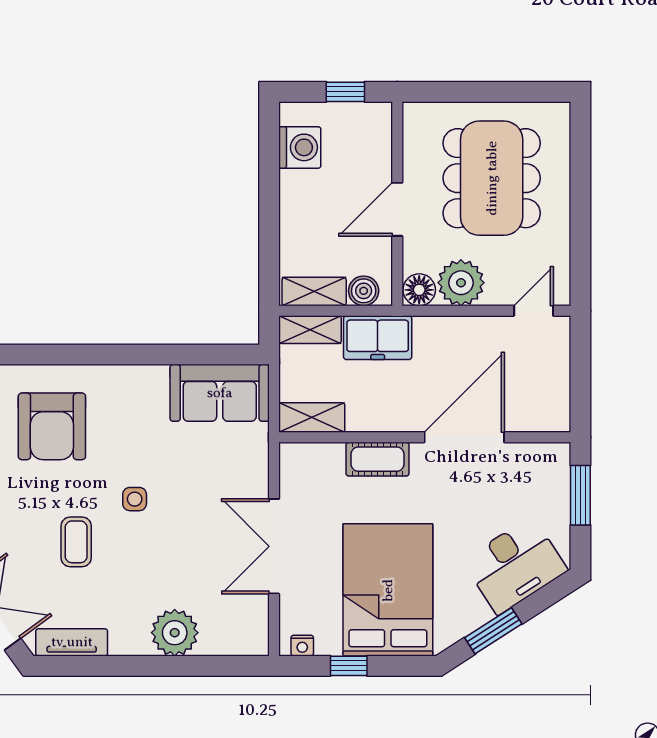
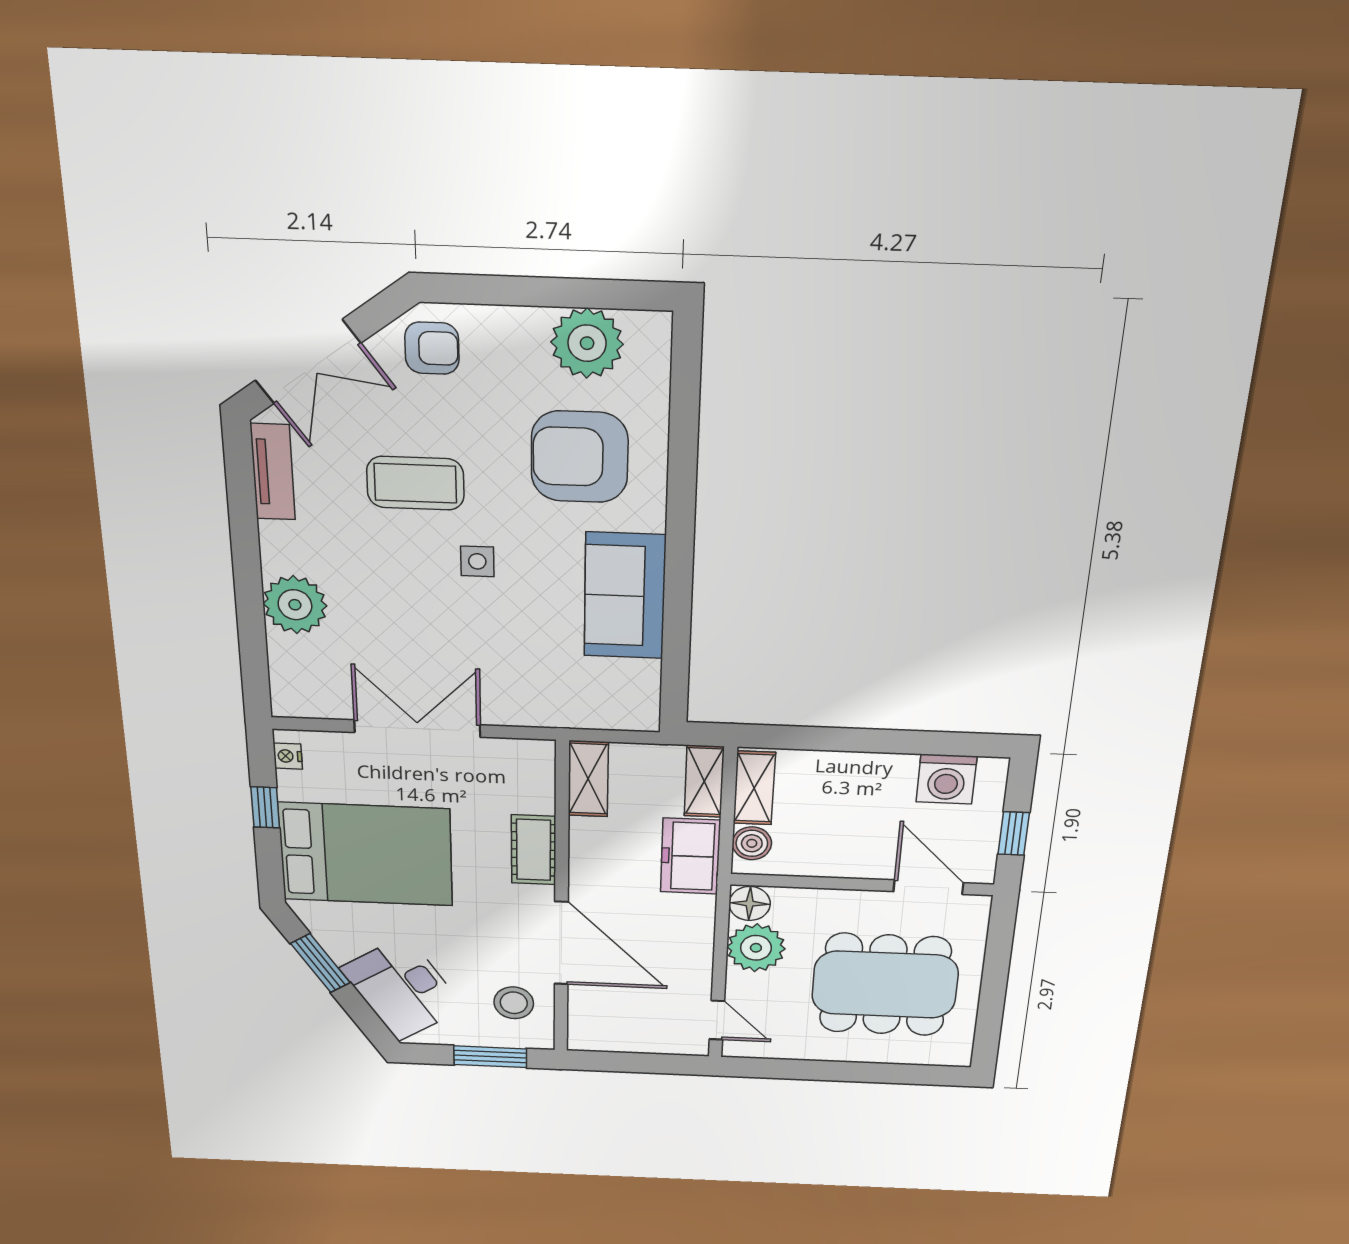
door: (397, 209) -> (928, 887), moved
sofa: (220, 393) -> (625, 596), moved
stool: (525, 475) -> (514, 1003), added
coffee table: (76, 542) -> (415, 483), width x1.36, depth x1.30

